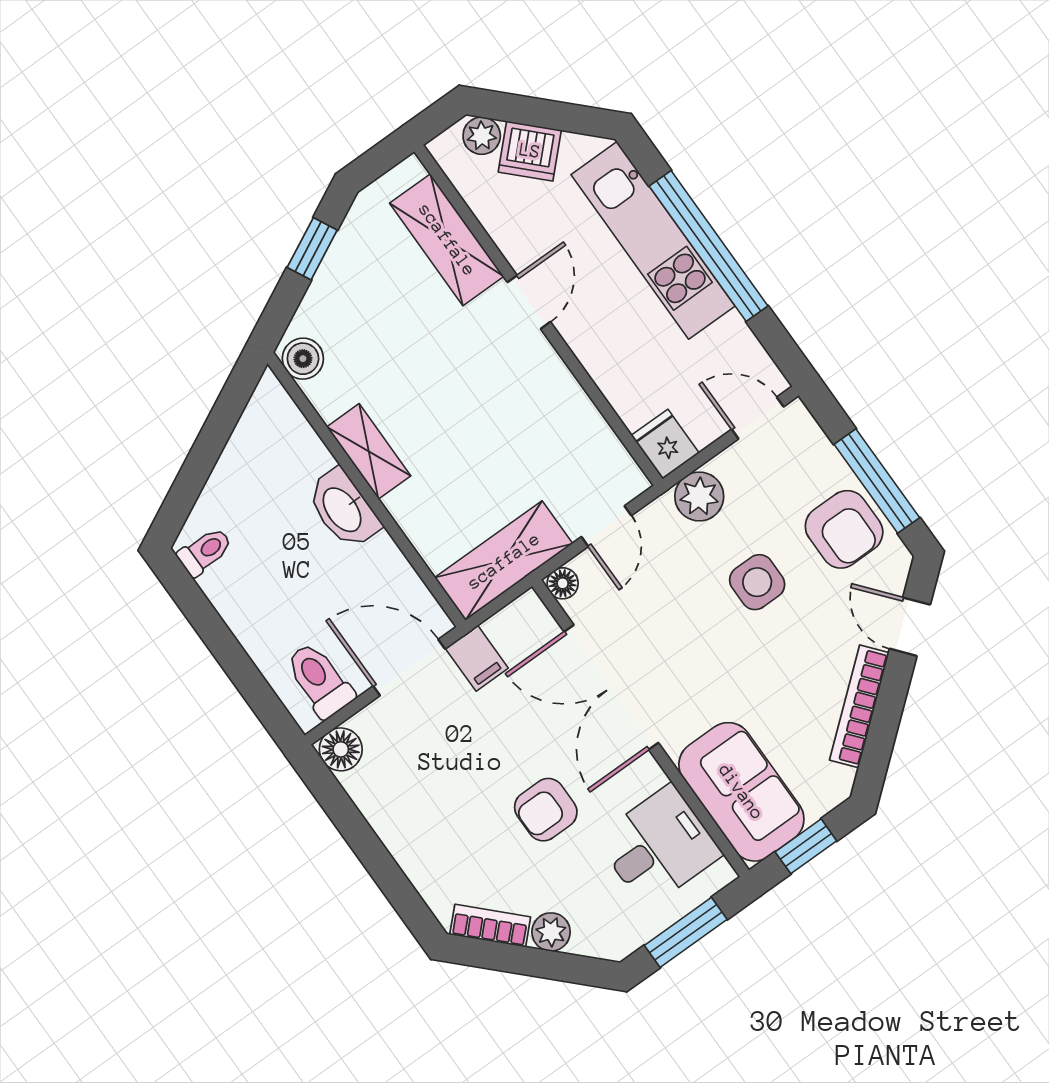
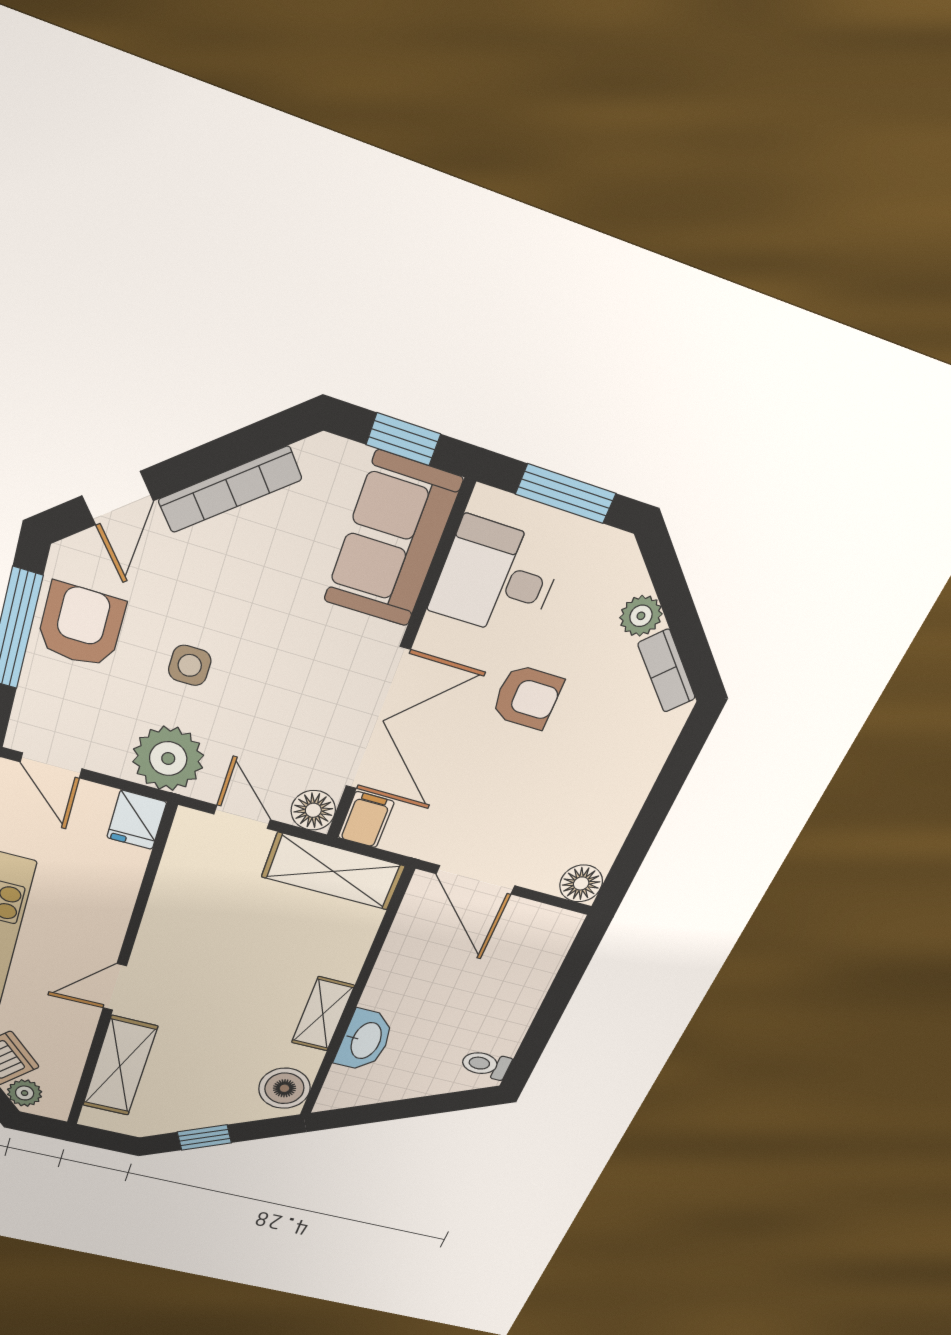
boiler: (303, 359) -> (284, 1088), width x1.36, depth x1.36
plant: (699, 496) -> (168, 759), width x1.36, depth x1.36
washbasin: (343, 509) -> (365, 1040), moved
door: (606, 526) -> (242, 817), hinge flipped
side table: (757, 582) -> (190, 665), width x0.73, depth x0.73
floor lamp: (563, 583) -> (313, 810), width x1.37, depth x1.37
filing cabinet: (477, 658) -> (366, 820), moved
toilet: (320, 680) -> (533, 933), removed

